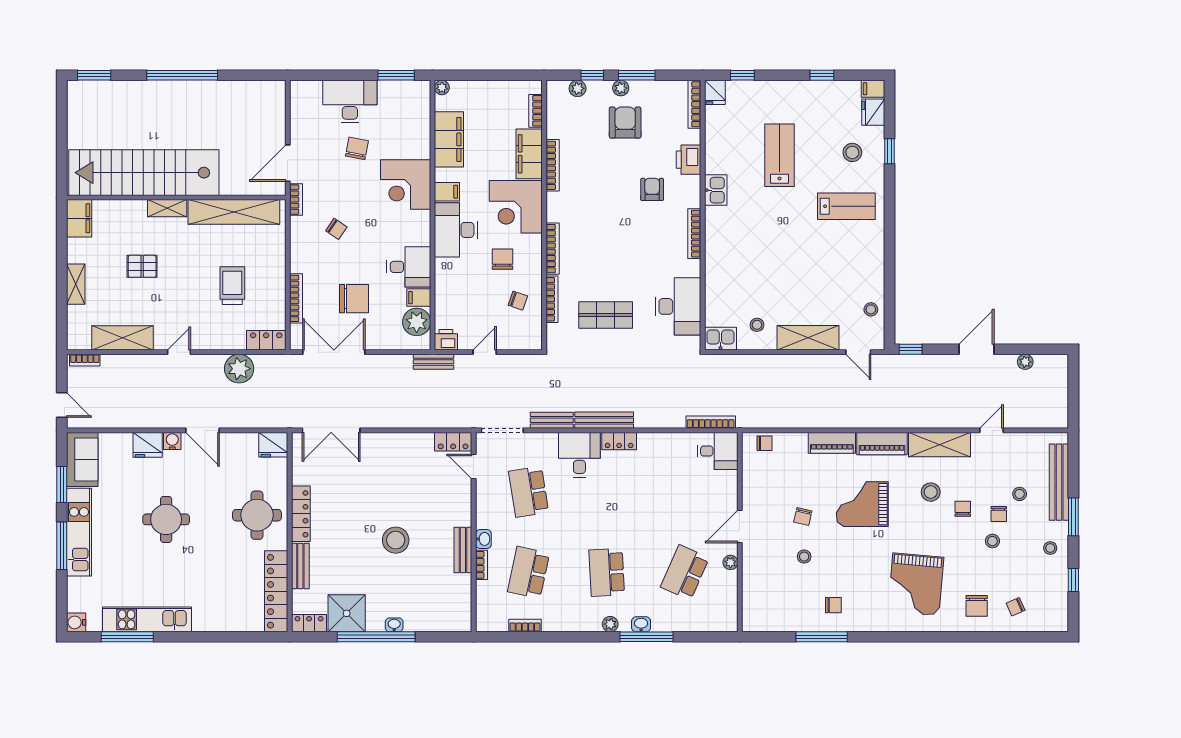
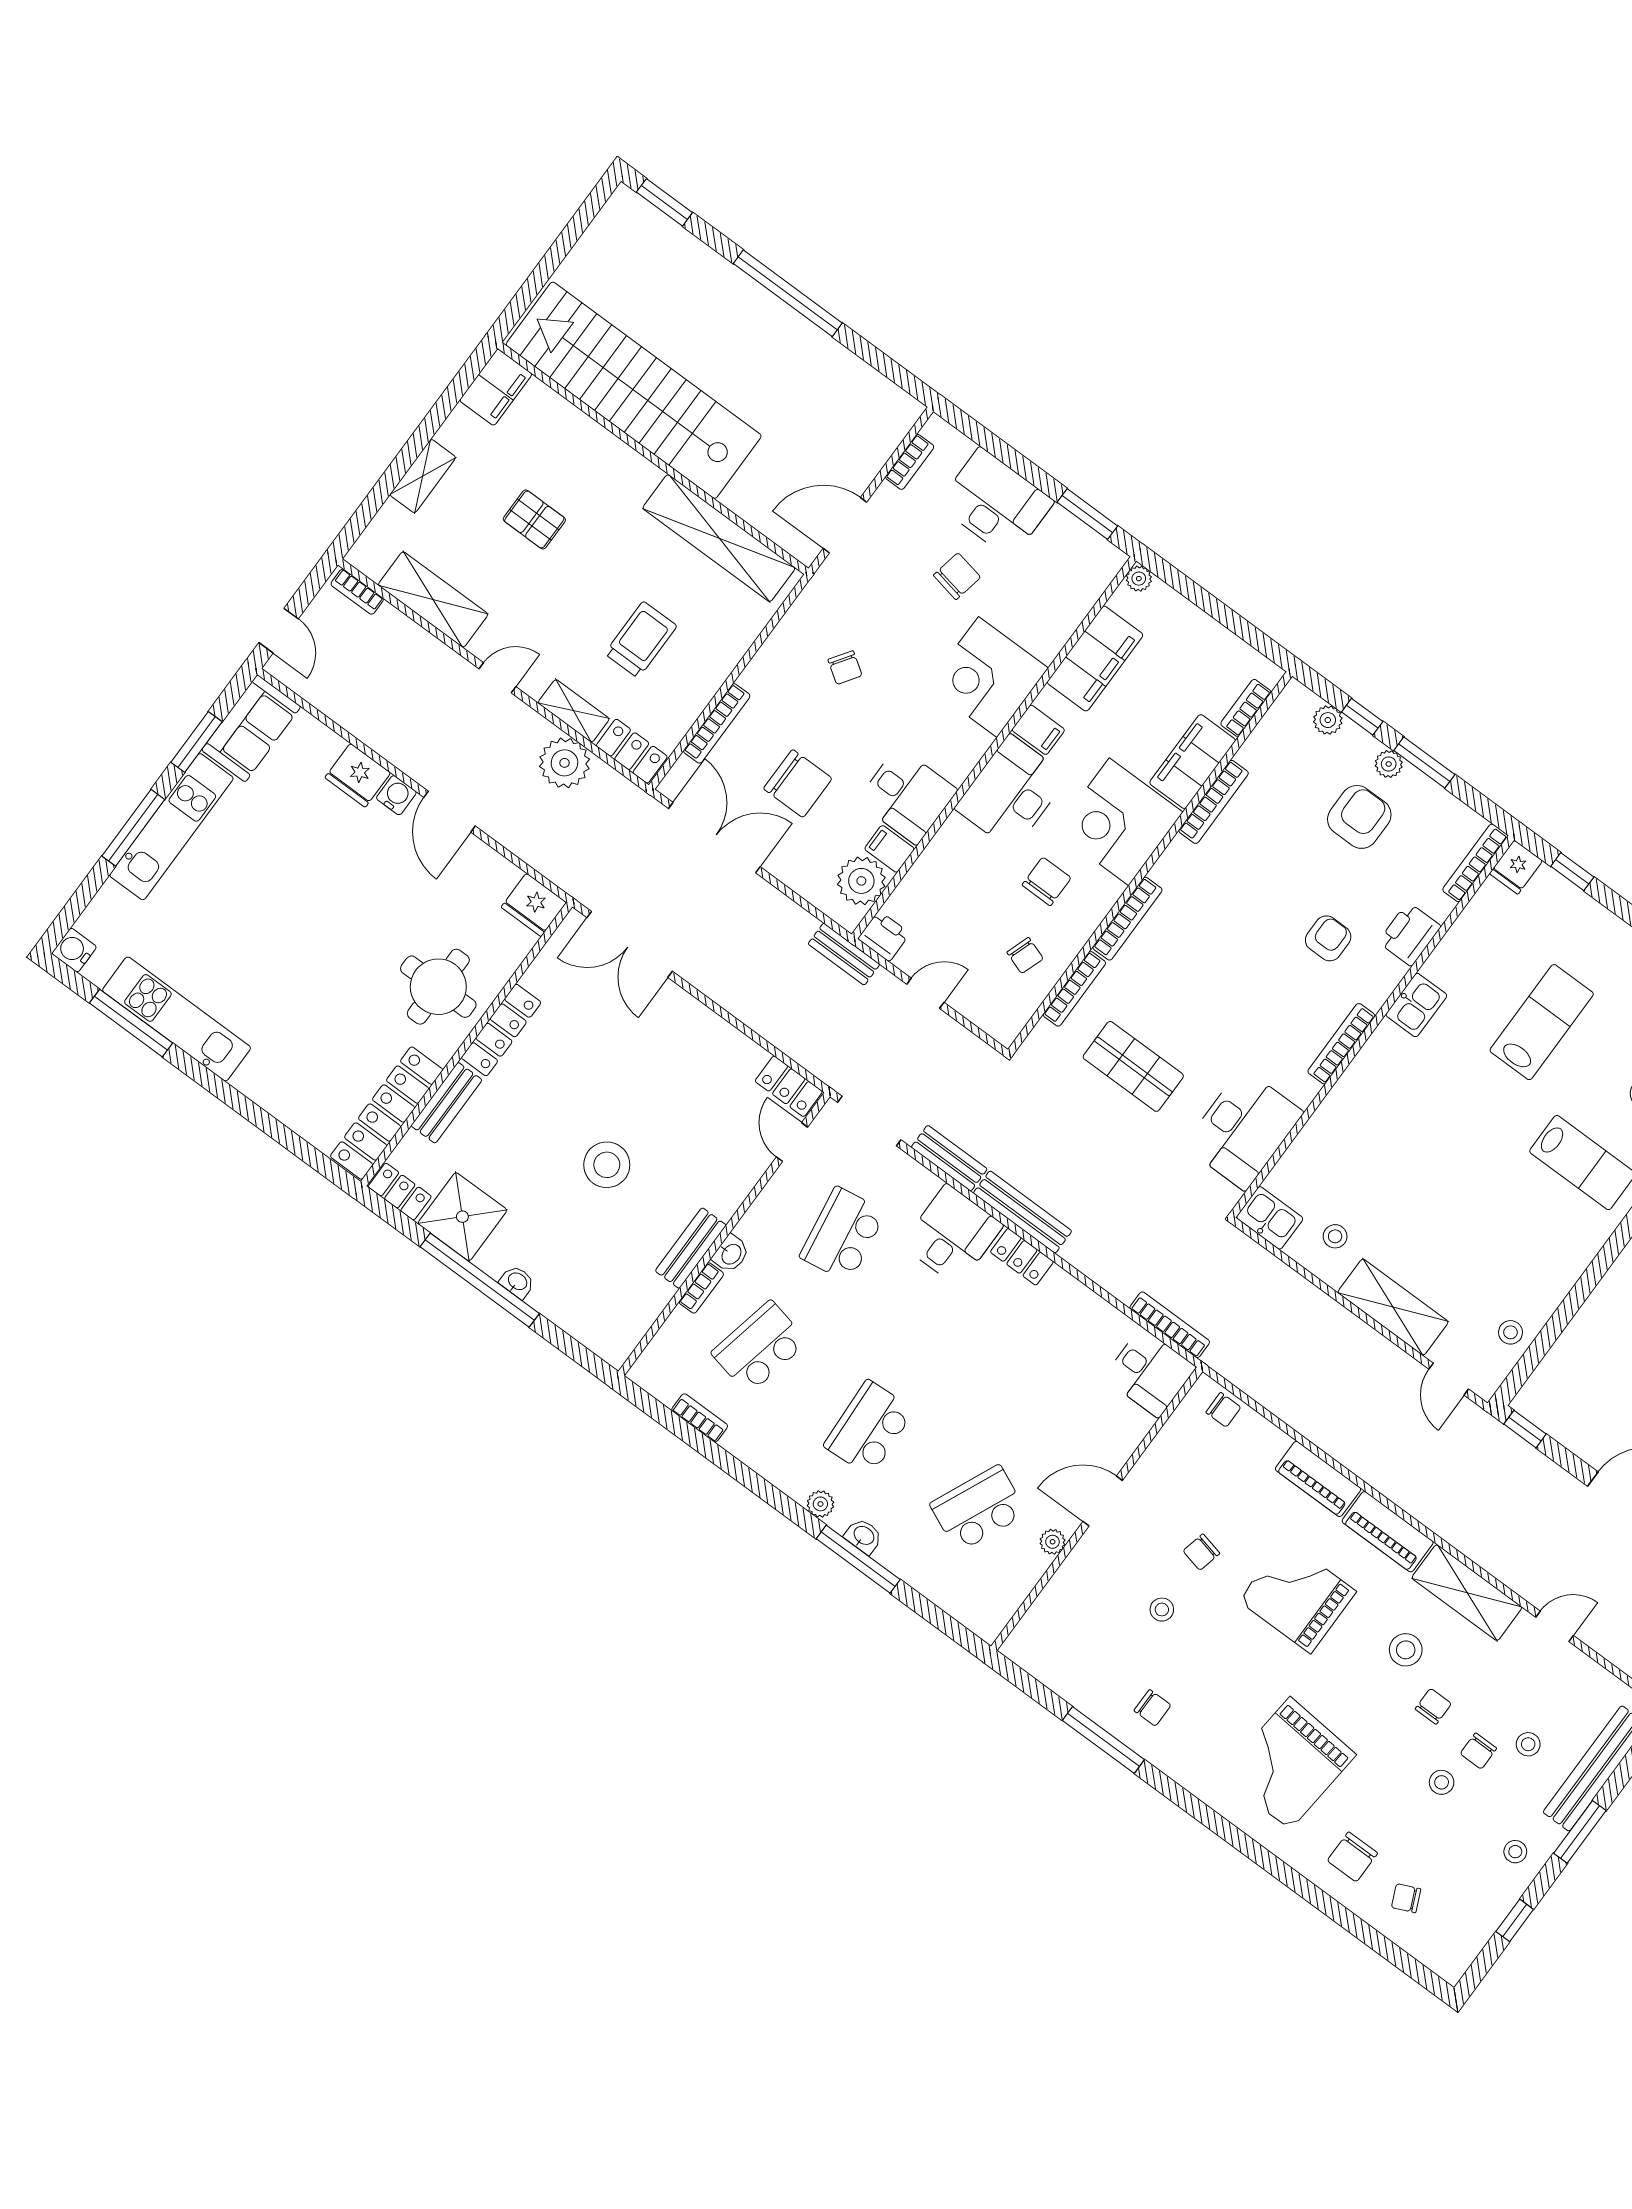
bookcase: (296, 200) -> (910, 462), moved
shelving: (167, 208) -> (574, 711), moved
round table: (166, 519) -> (307, 899), removed

